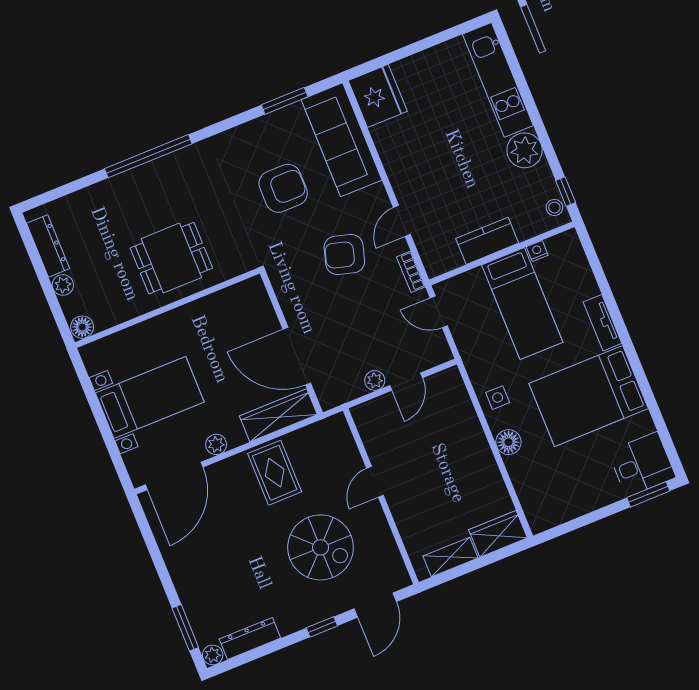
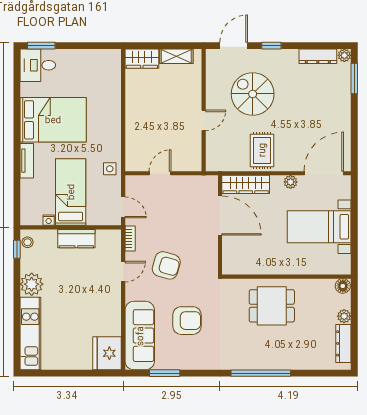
armchair: (283, 188) -> (187, 321), turned 180
plant: (375, 380) -> (179, 182), removed
side table: (498, 398) -> (110, 169), moved
floor lamp: (508, 442) -> (113, 112), removed

